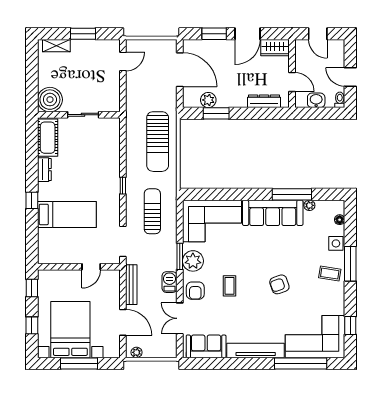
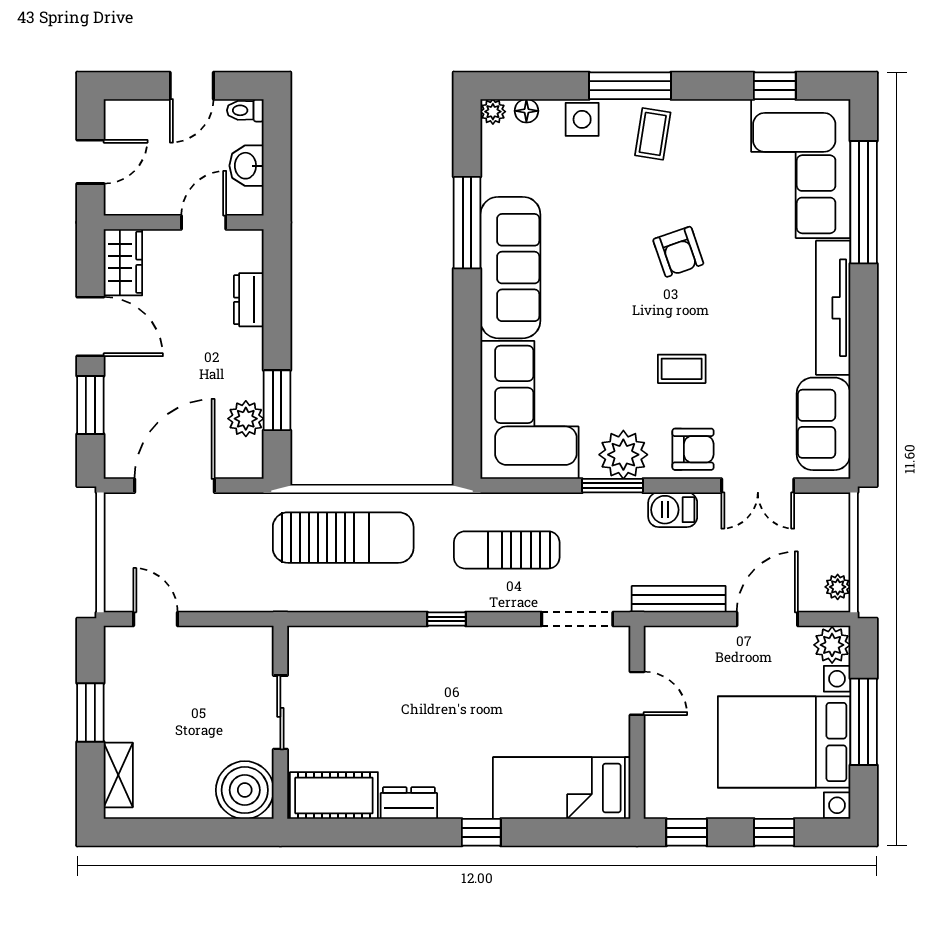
dresser: (264, 101) -> (249, 300), width x0.70
plant: (309, 205) -> (493, 112), moved
bed: (67, 214) -> (562, 788), moved, turned -90
plant: (112, 350) -> (832, 645), added

